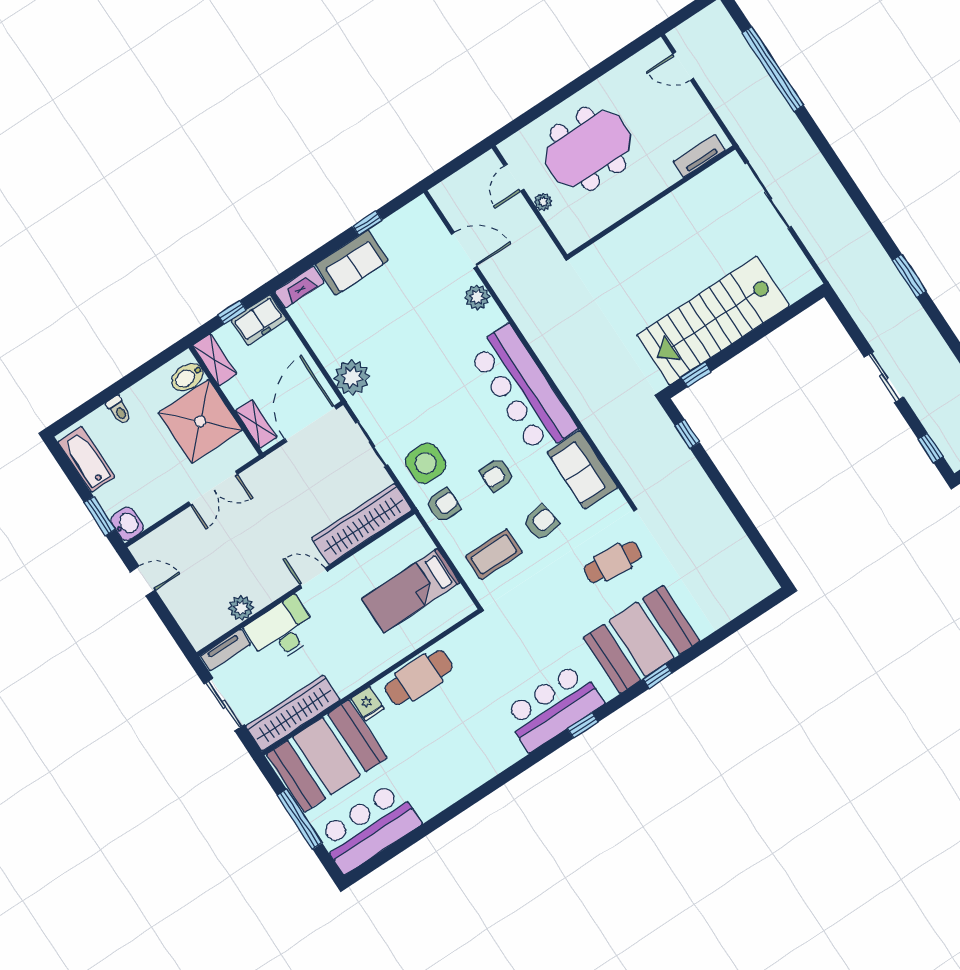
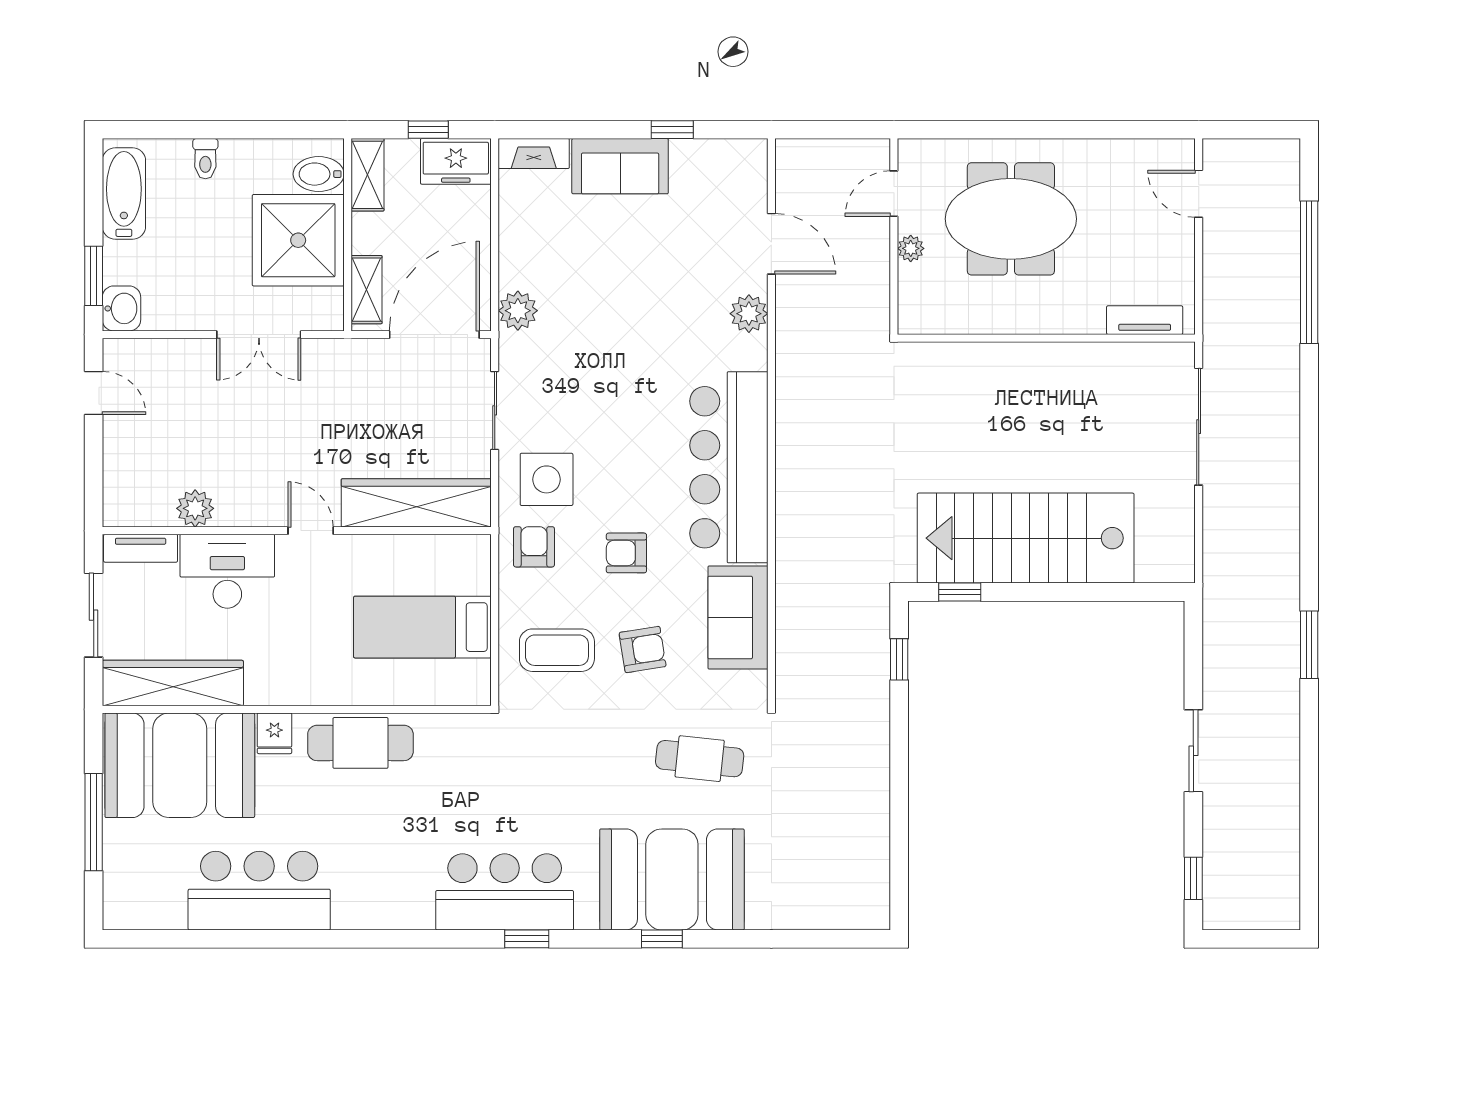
plant: (352, 377) -> (518, 311), width x0.73, depth x0.73
armchair: (443, 505) -> (534, 547), turned -90
bar counter: (369, 828) -> (259, 891), moved

